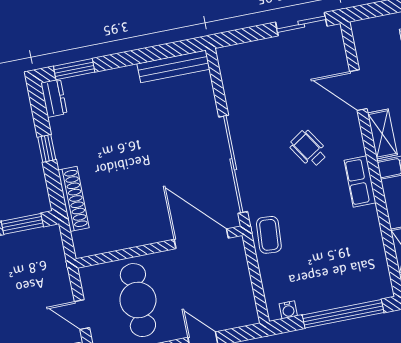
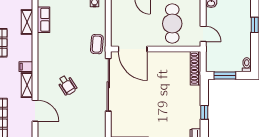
row of seats: (360, 181) -> (44, 20), moved
shoe rack: (74, 199) -> (196, 68), moved
door: (82, 315) -> (203, 34), moved

